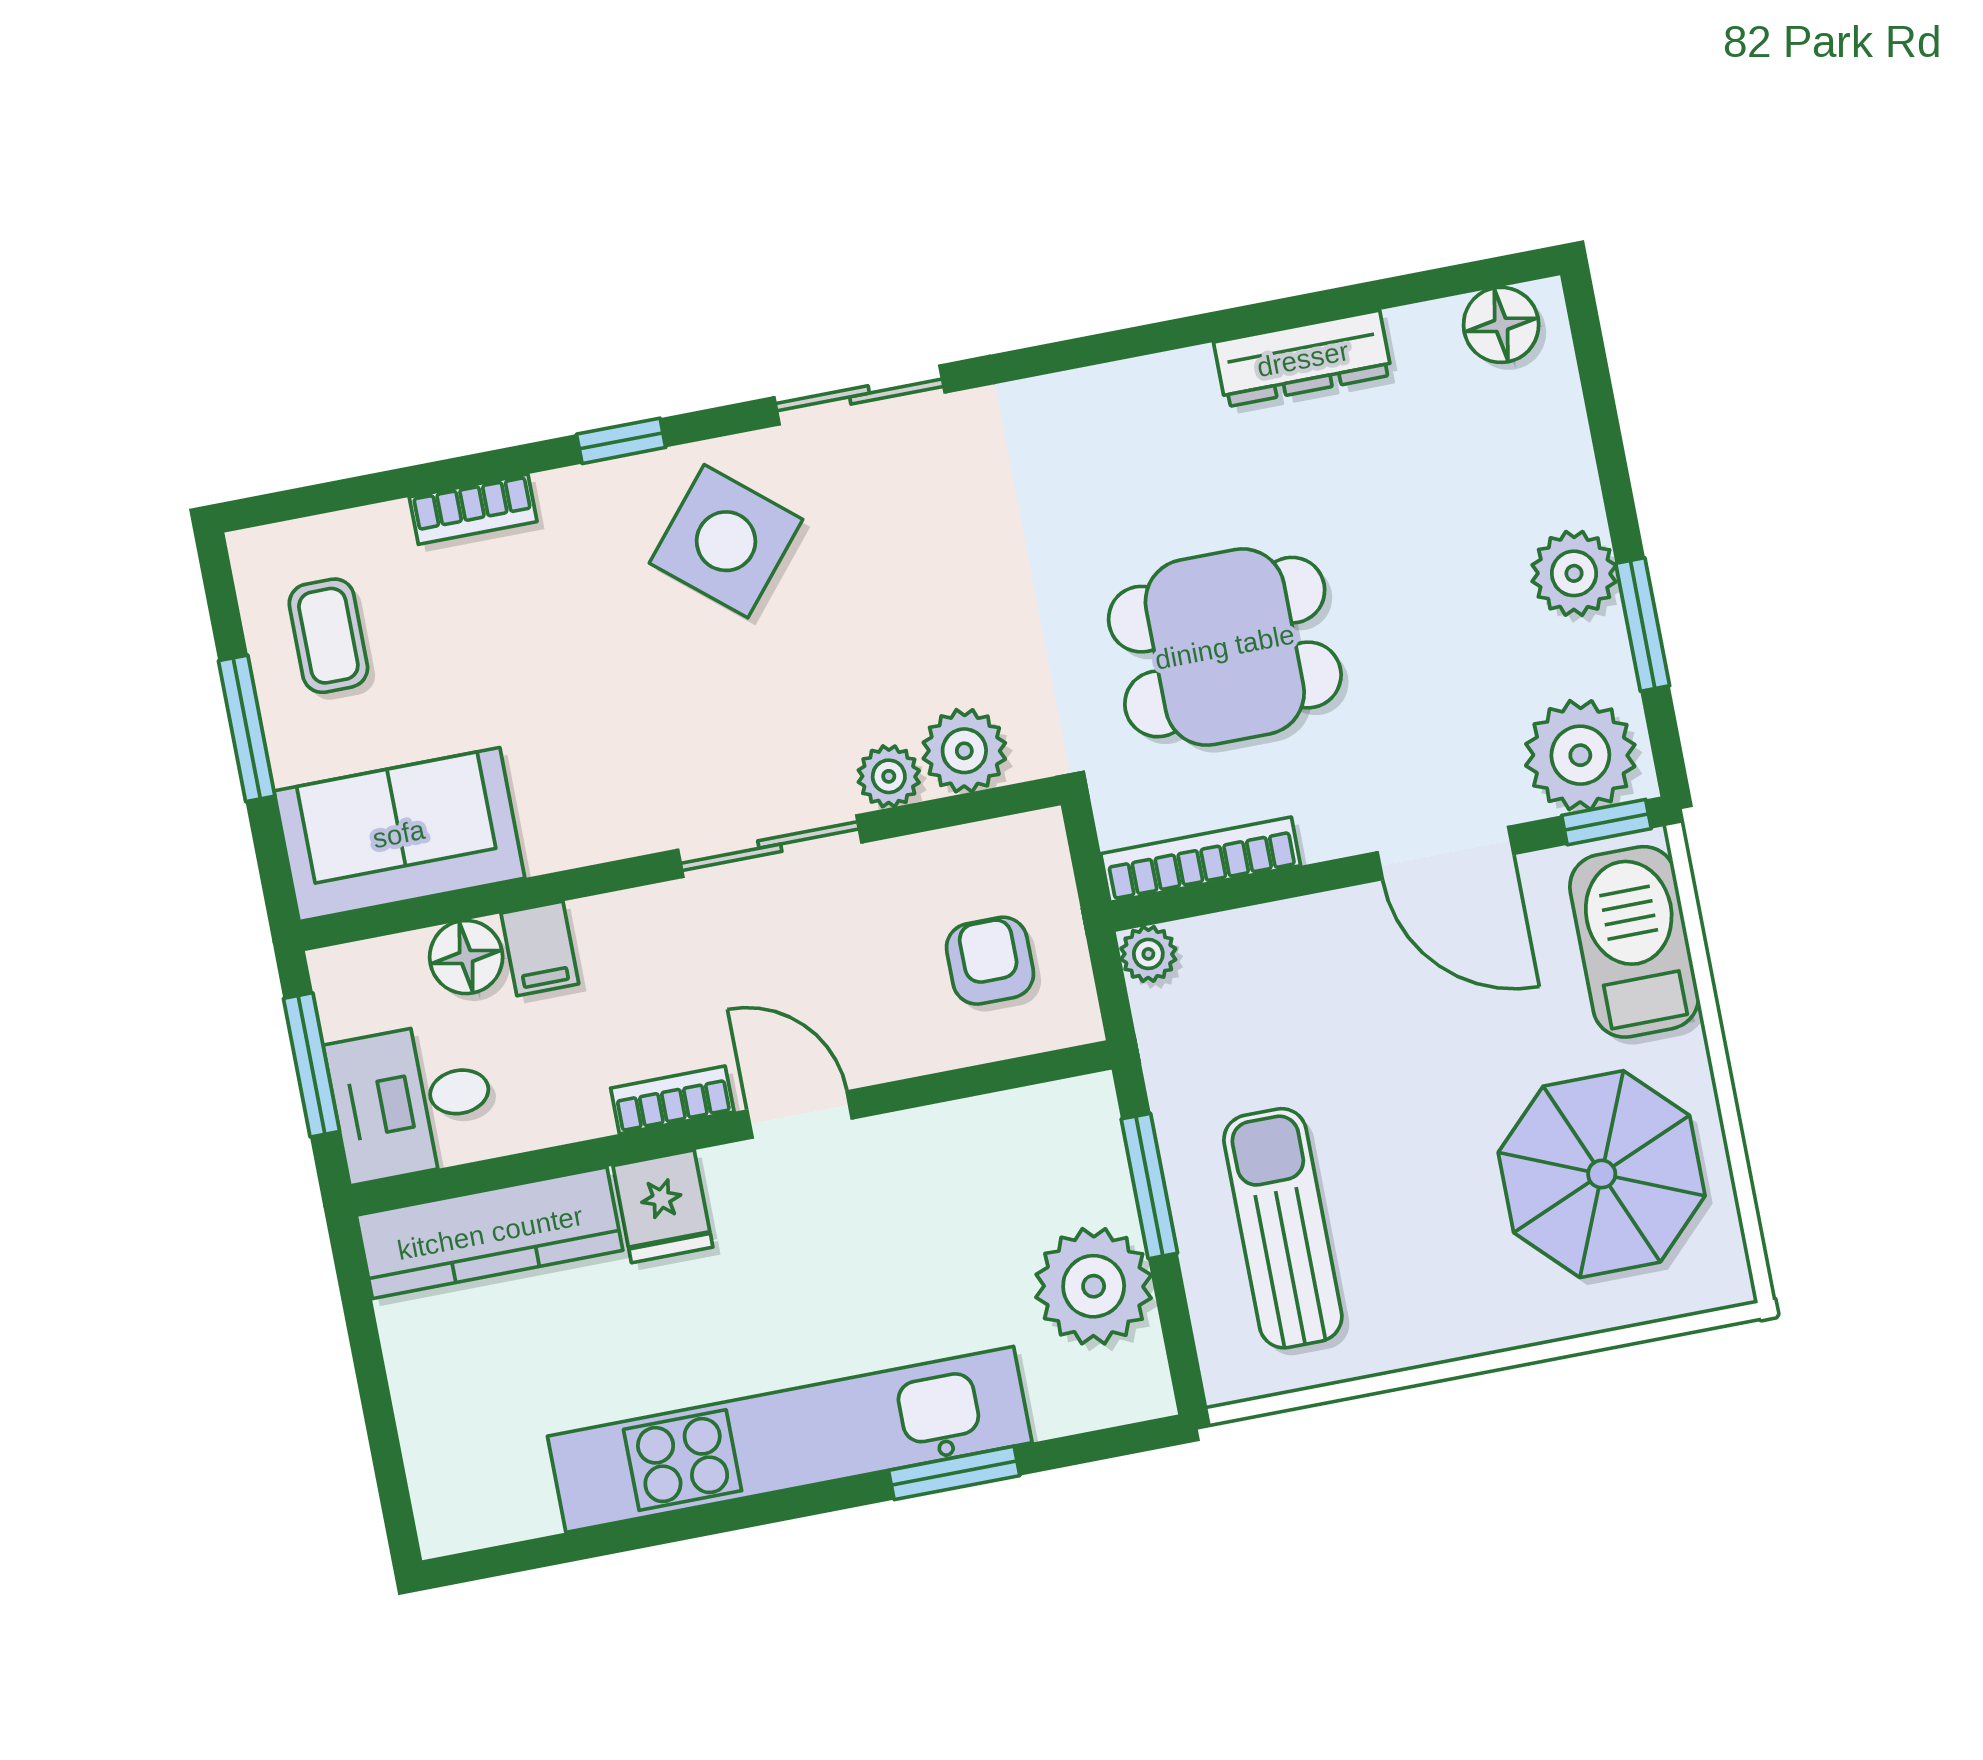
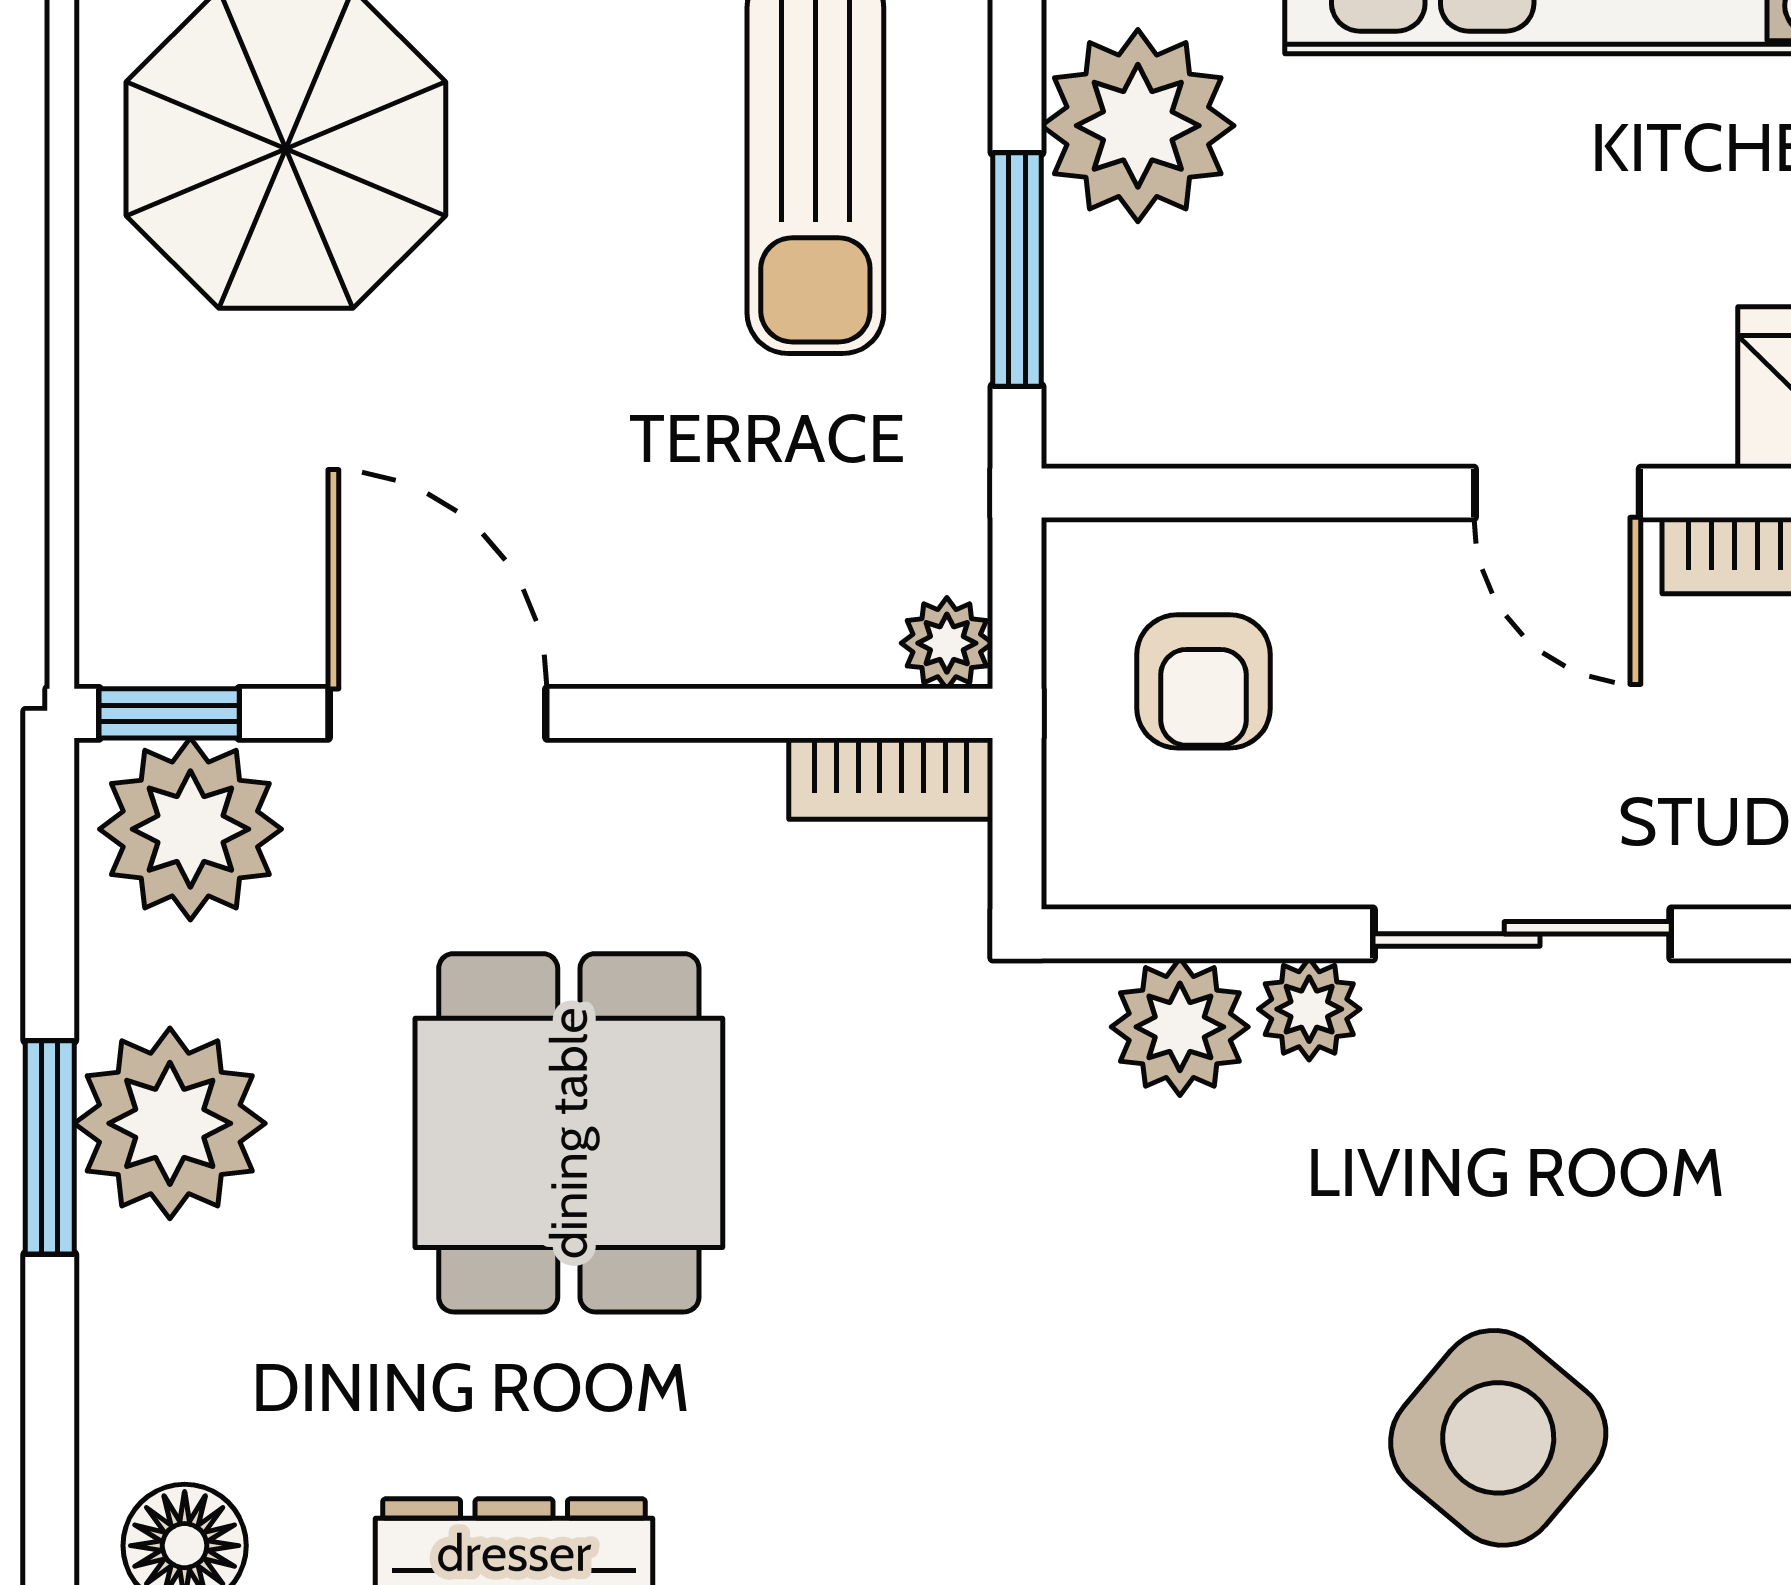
plant: (1574, 573) -> (170, 1123), width x1.36, depth x1.36
window: (1643, 624) -> (50, 1147), moved
dining table: (1225, 647) -> (569, 1133), moved, turned 90
bookcase: (1201, 860) -> (891, 779), width x0.64
barbecue: (1634, 942) -> (162, 512), removed

